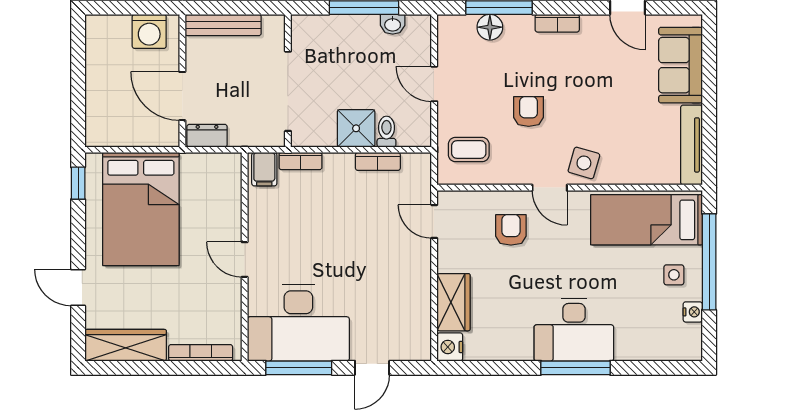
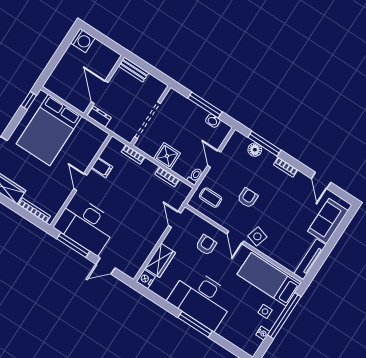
bench: (223, 25) -> (133, 70), width x0.73
washing machine: (149, 31) -> (83, 41), moved, turned -90
toilet: (386, 132) -> (195, 176), moved
filing cabinet: (264, 169) -> (102, 167), moved, turned -90
desk: (574, 330) -> (202, 299), width x1.36, depth x1.30

